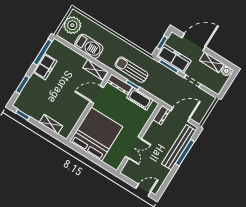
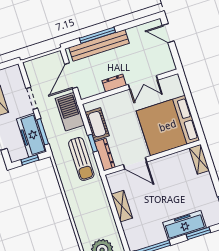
barbecue: (89, 46) -> (70, 112), moved
freezer: (45, 67) -> (184, 225), moved, width x1.40
shelving: (95, 70) -> (122, 206), moved
dresser: (161, 115) -> (114, 83), moved
door: (180, 115) -> (71, 76), hinge flipped
shelving: (51, 124) -> (199, 159), moved
double door: (133, 147) -> (143, 82), swing flipped

